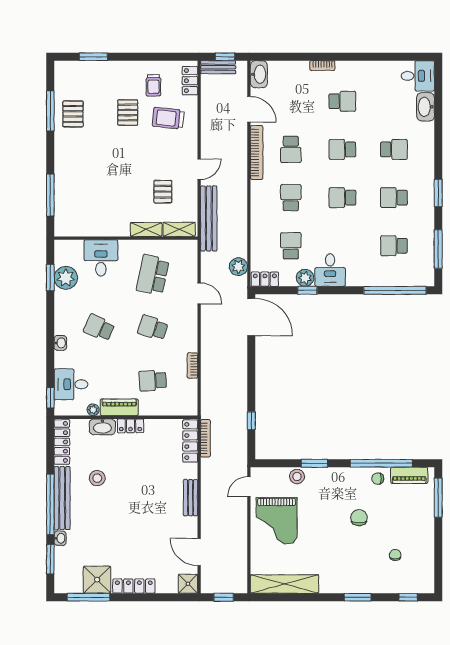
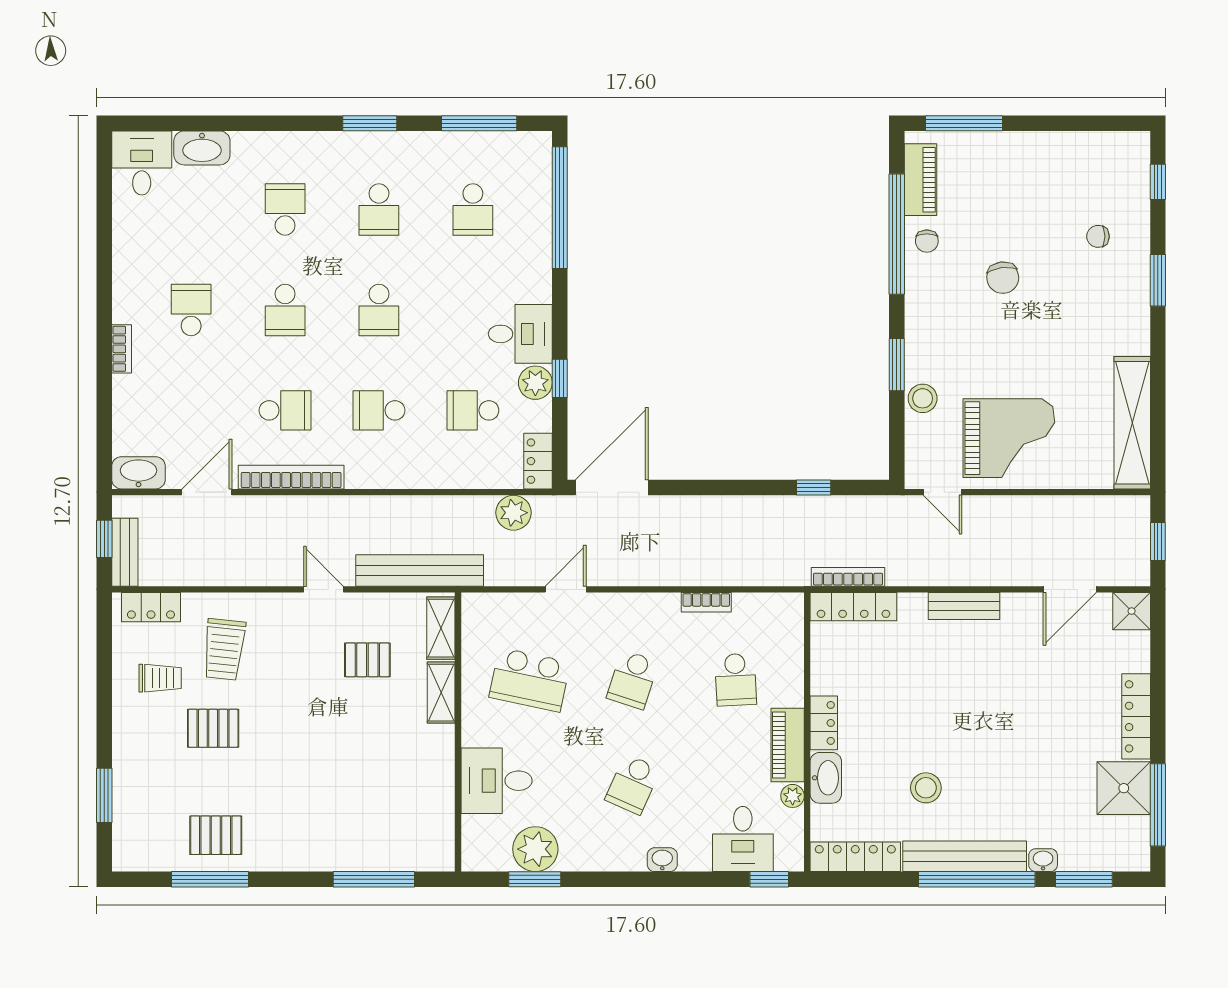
chair: (359, 518) -> (1003, 278), turned -97
chair: (395, 555) -> (1098, 236), moved

